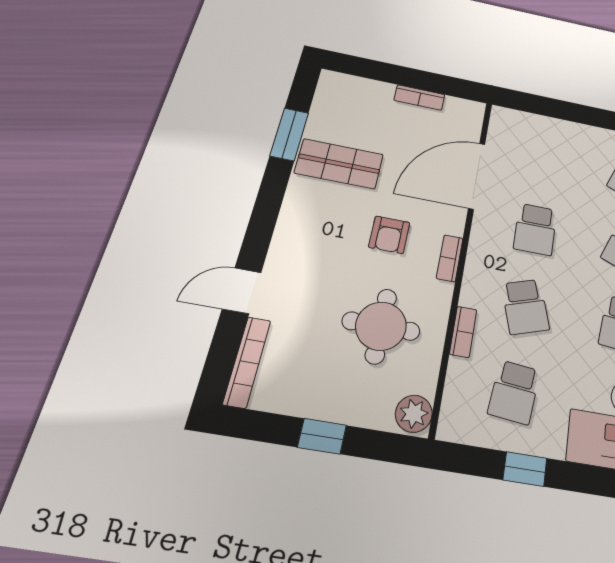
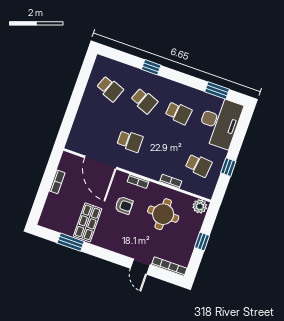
school desk: (525, 307) -> (164, 153), removed

